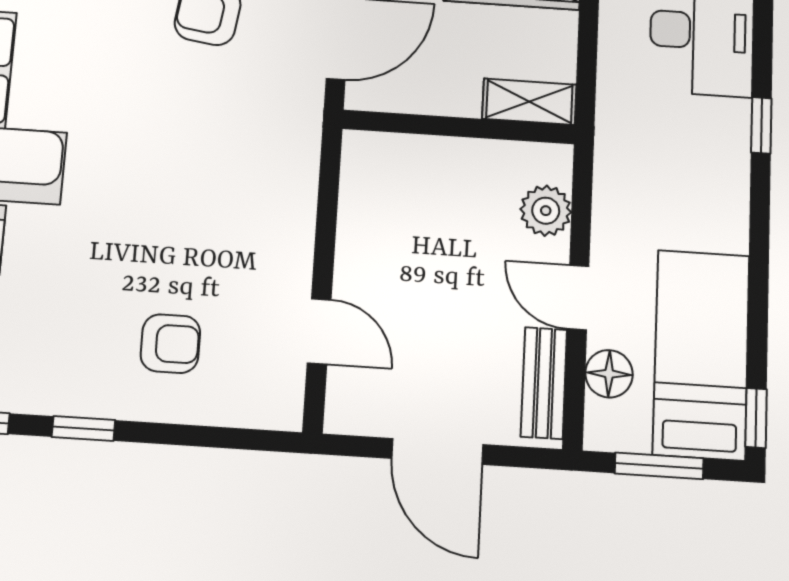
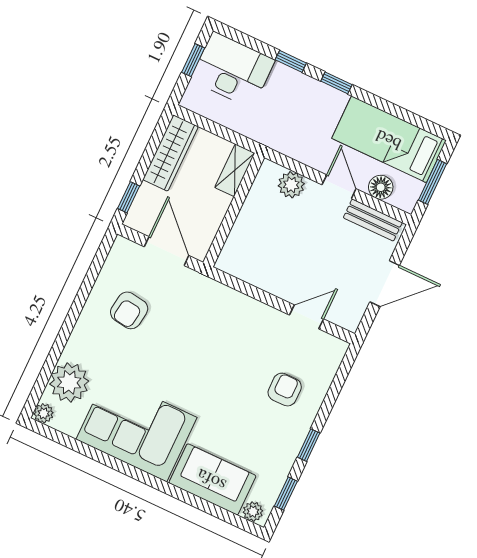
door: (578, 298) -> (339, 187), swing flipped
window: (756, 418) -> (336, 83), moved

